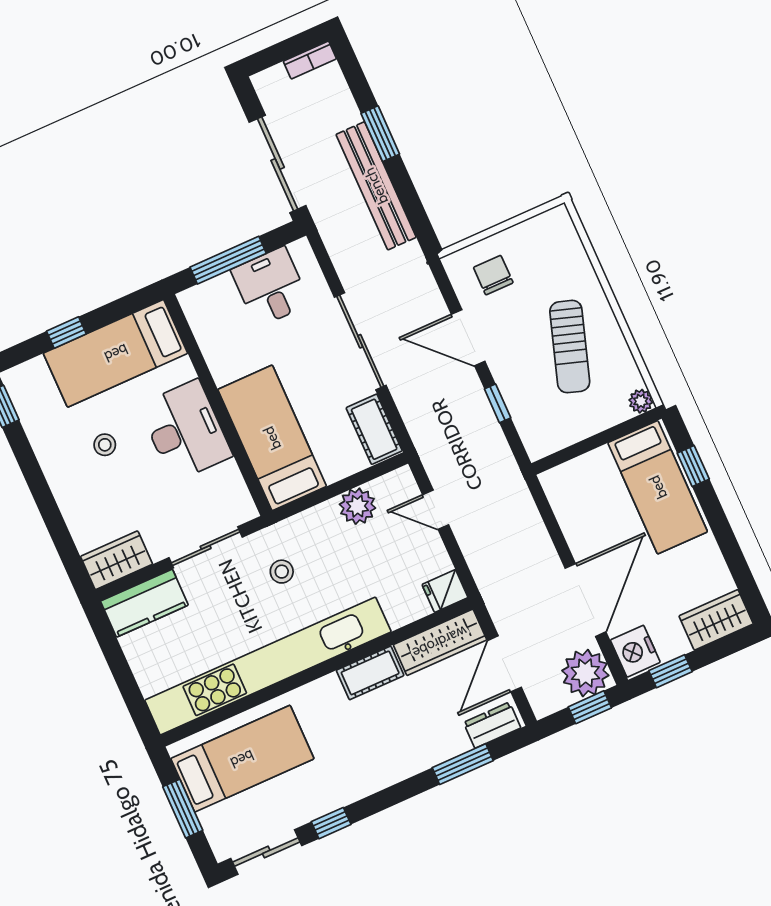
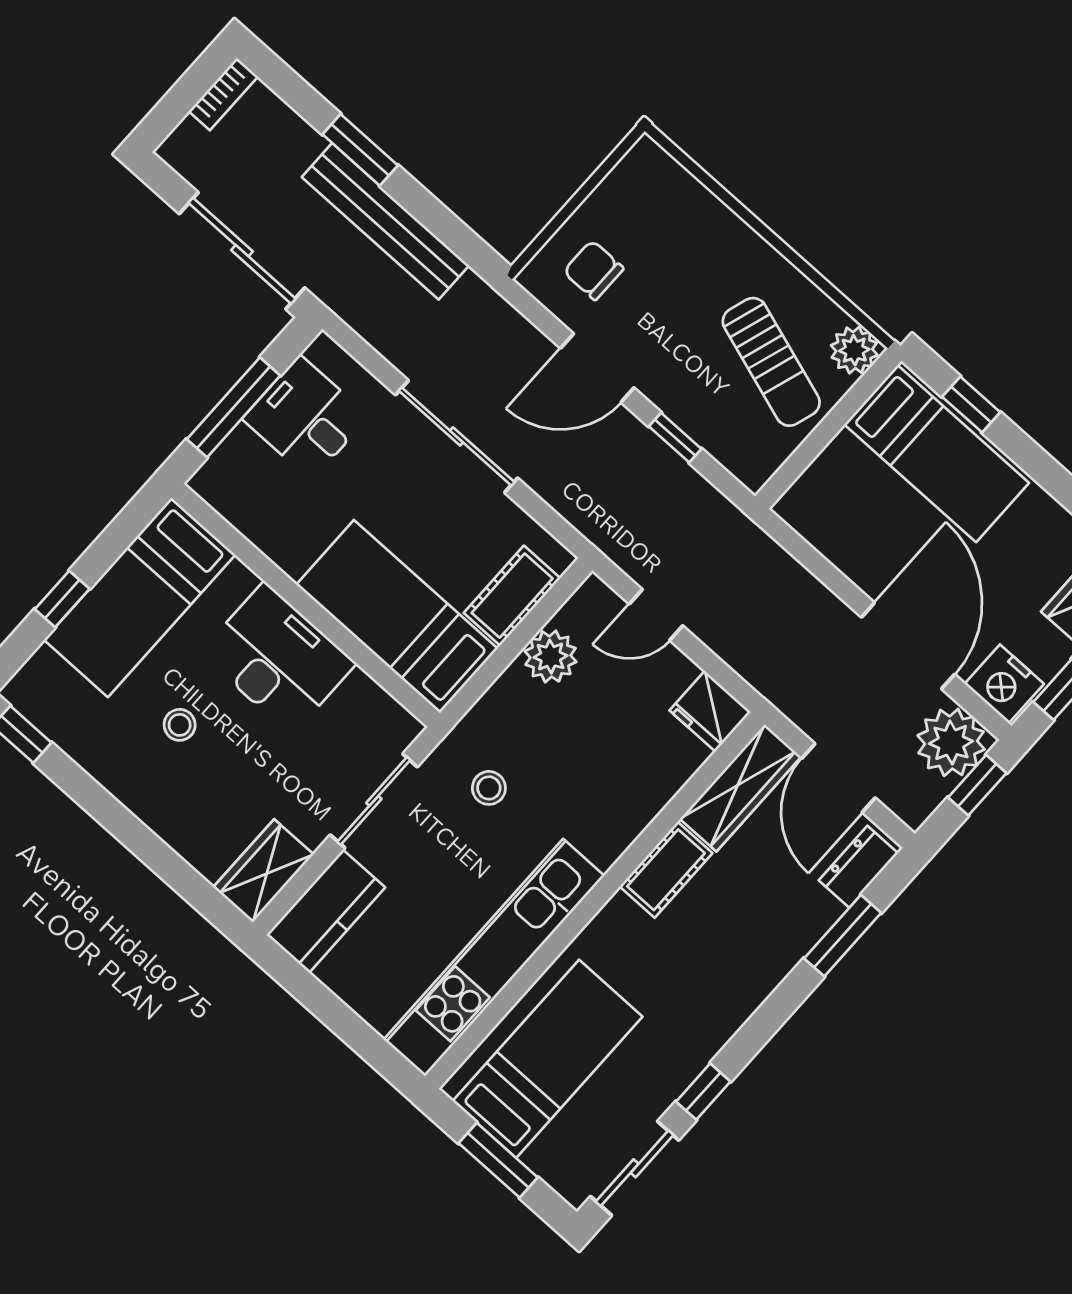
sun lounger: (570, 347) -> (771, 362), moved
plant: (641, 401) -> (854, 350), width x1.38, depth x1.38
cot: (374, 429) -> (512, 596), moved, turned 90
fridge: (445, 591) -> (710, 711), width x1.38
kitchen unit: (268, 666) -> (494, 958), width x0.73

